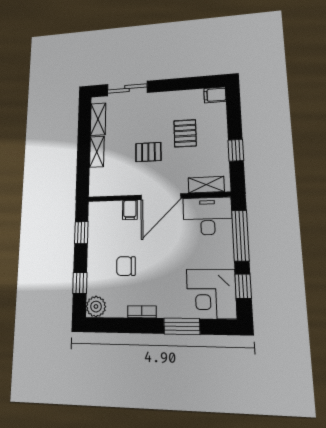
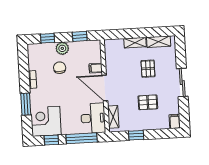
sliding door: (127, 88) -> (182, 83), moved
pallet: (148, 152) -> (148, 69), moved
plant: (96, 307) -> (62, 48), moved

